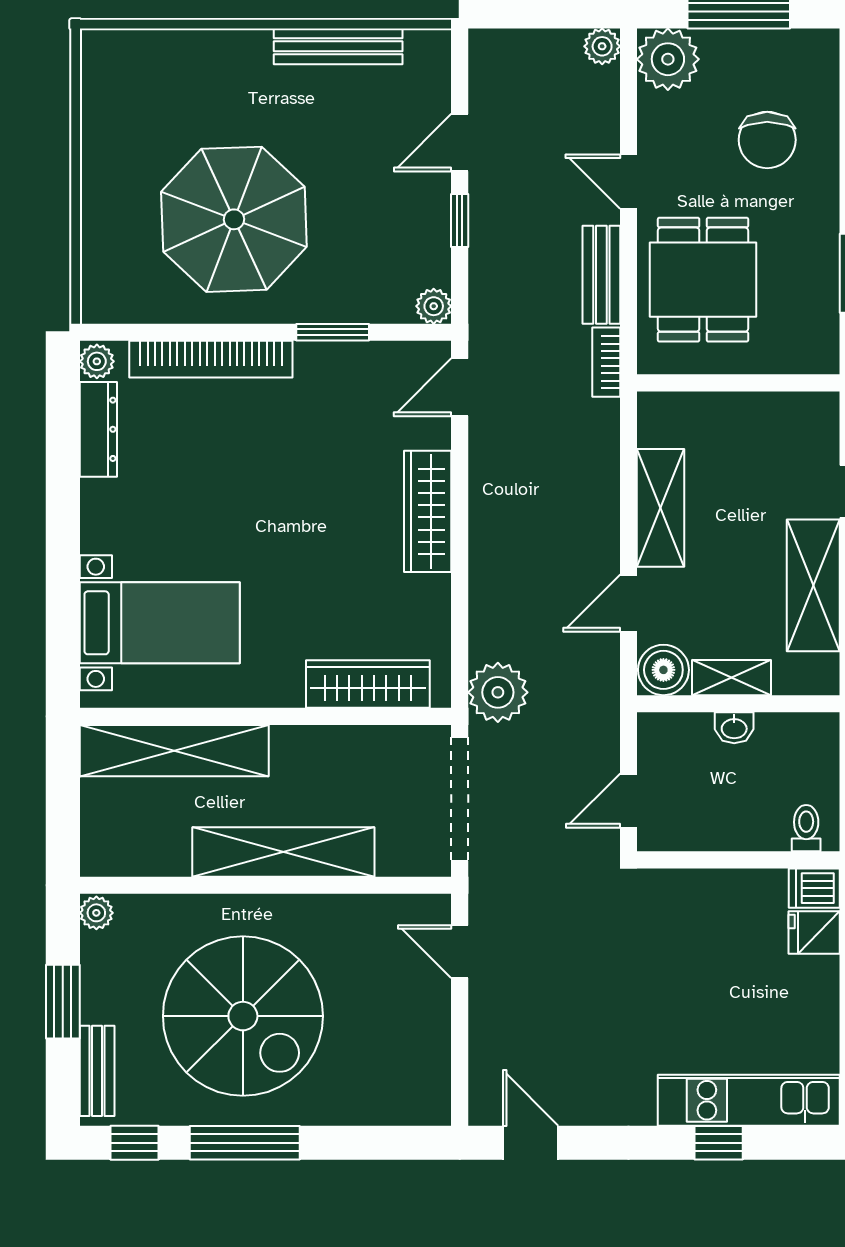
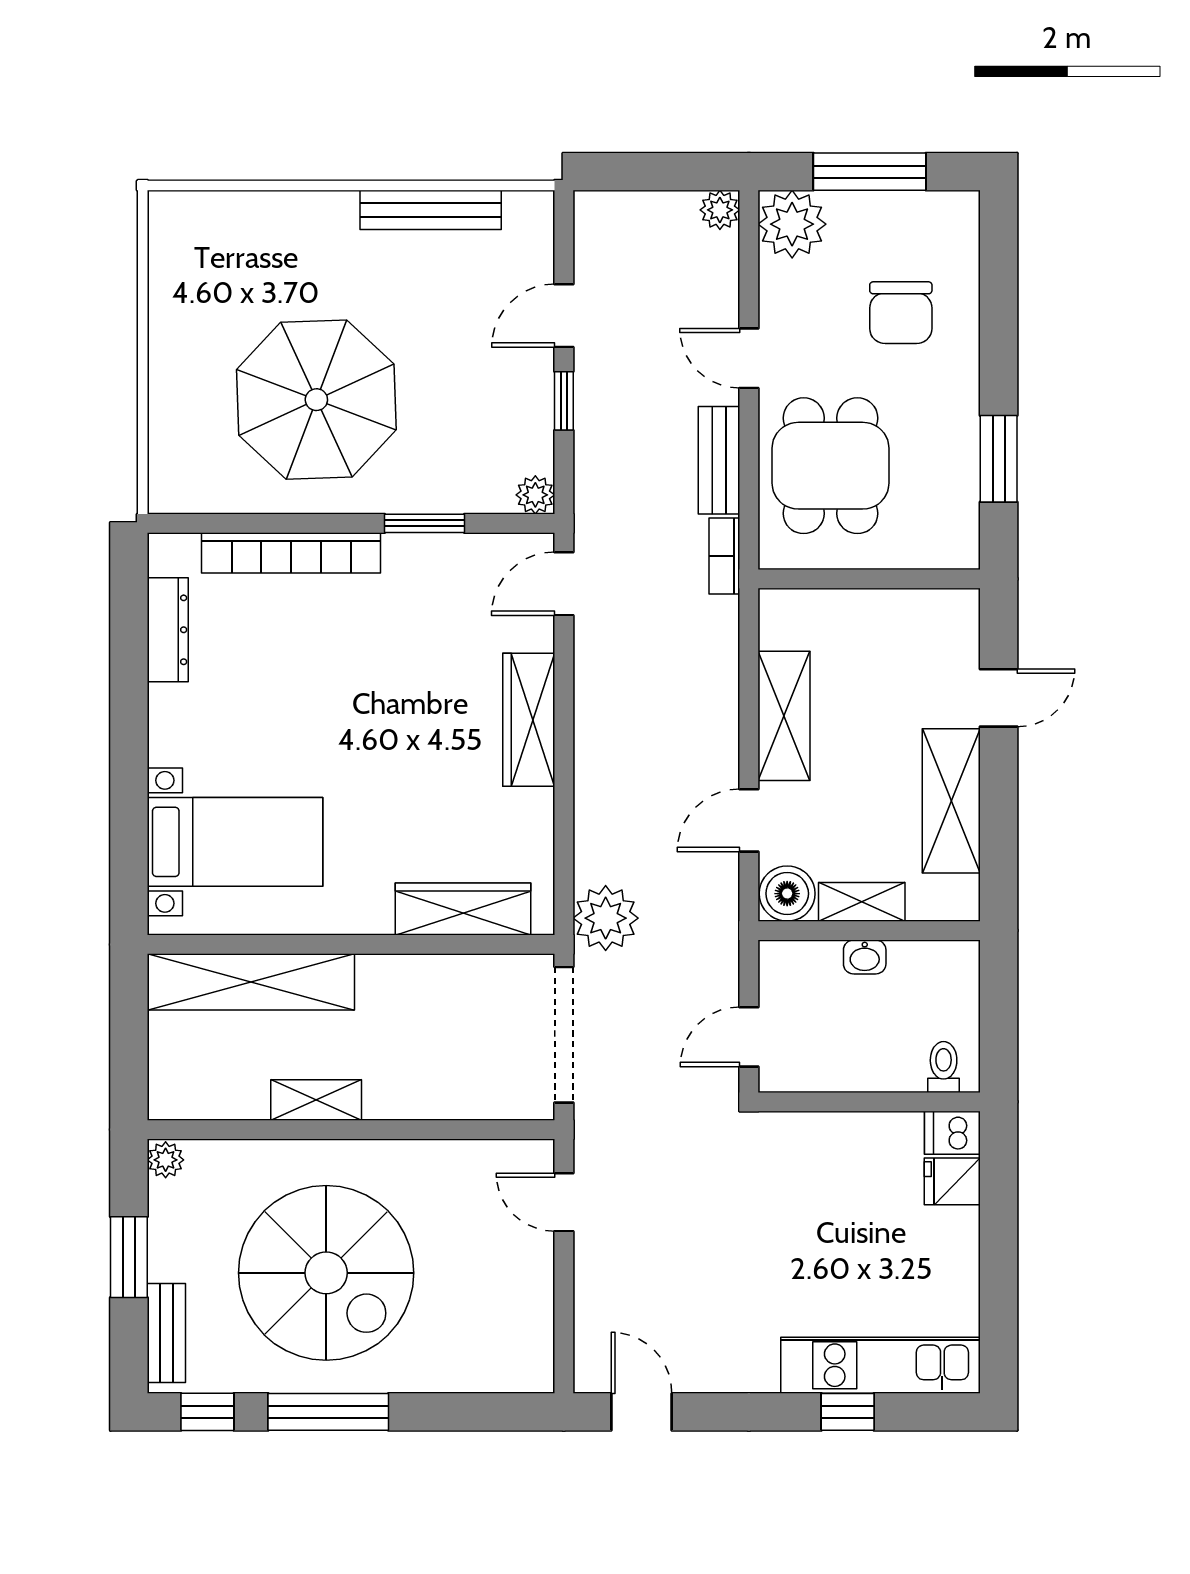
plant: (97, 361) -> (166, 555), removed
shelving: (283, 852) -> (316, 1100), width x0.45, depth x0.75

